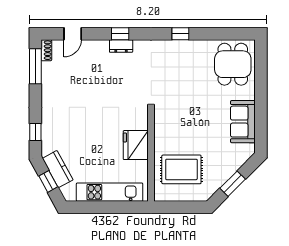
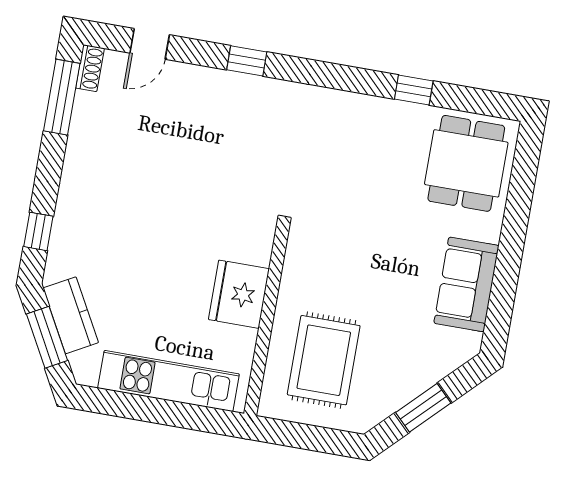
window: (180, 34) -> (414, 90), moved
dresser: (121, 46) -> (244, 86), removed
rug: (181, 169) -> (324, 360), turned 90
window: (48, 181) -> (47, 337), width x1.50

